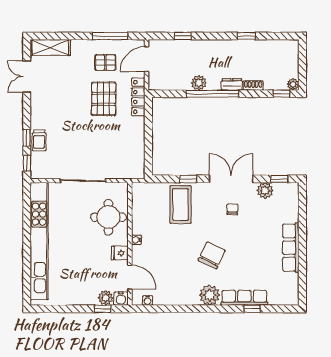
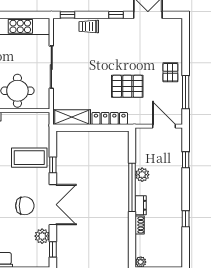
shelving: (50, 48) -> (72, 117), moved, turned 90
pallet: (105, 63) -> (170, 72), moved
window: (281, 94) -> (132, 251), removed
locker: (138, 97) -> (110, 118), moved
window: (27, 138) -> (116, 15), moved
chair: (232, 209) -> (25, 206), width x1.87, depth x1.87

